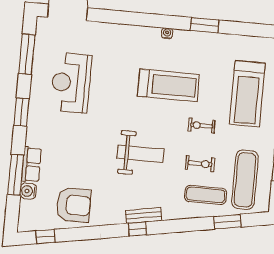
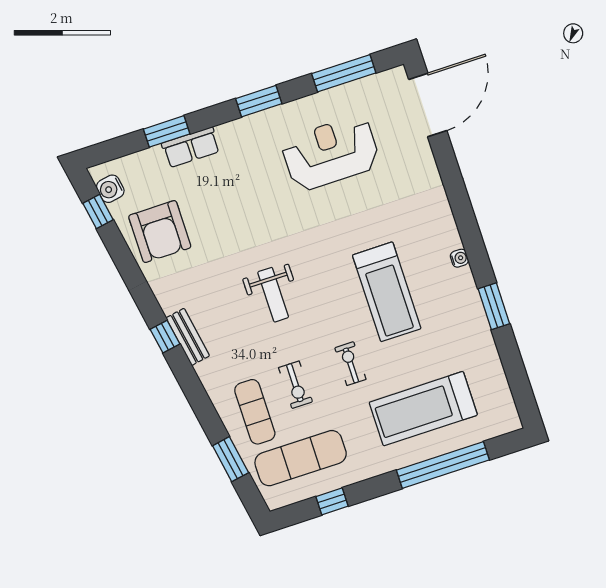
weight bench: (141, 154) -> (273, 295), width x0.73, depth x0.75
window: (16, 175) -> (167, 131), width x0.69
water cooler: (28, 191) -> (110, 189), moved, turned -100

